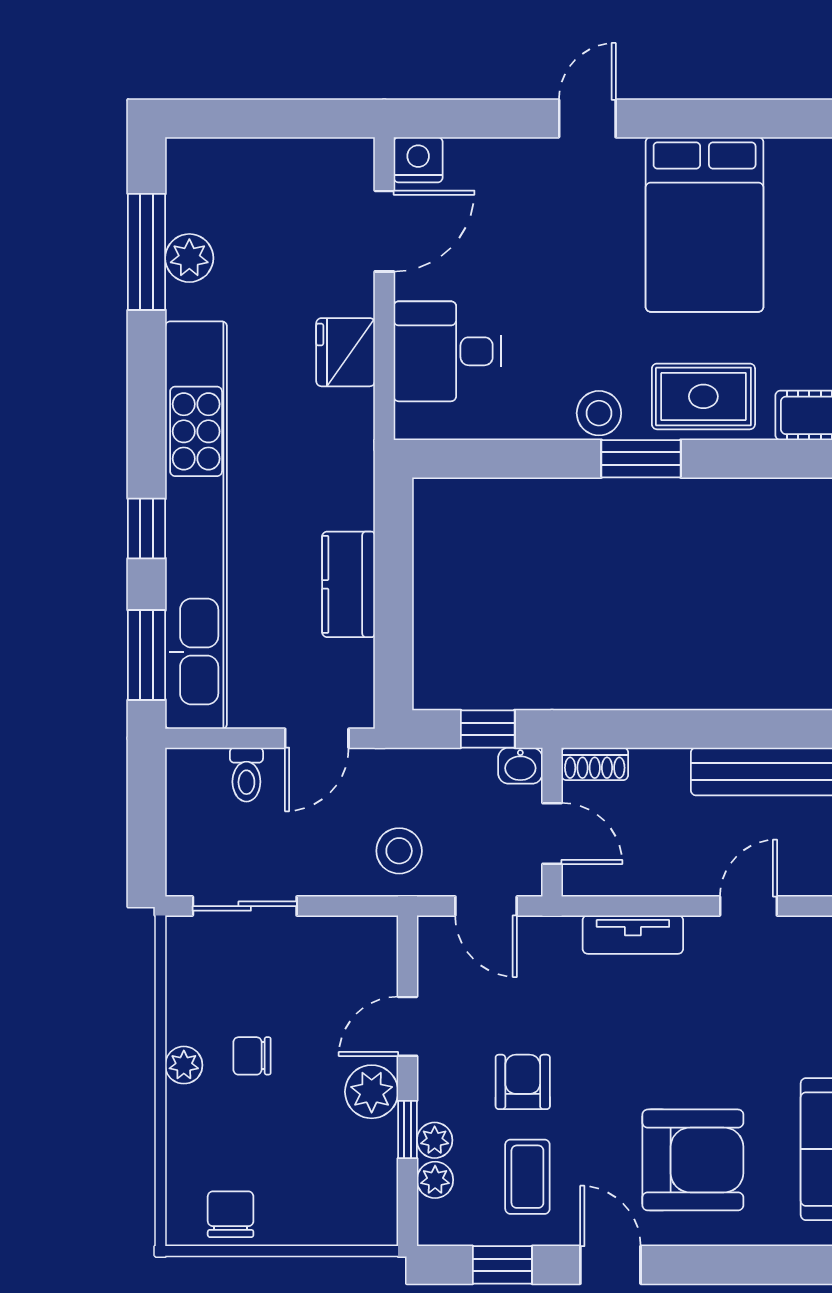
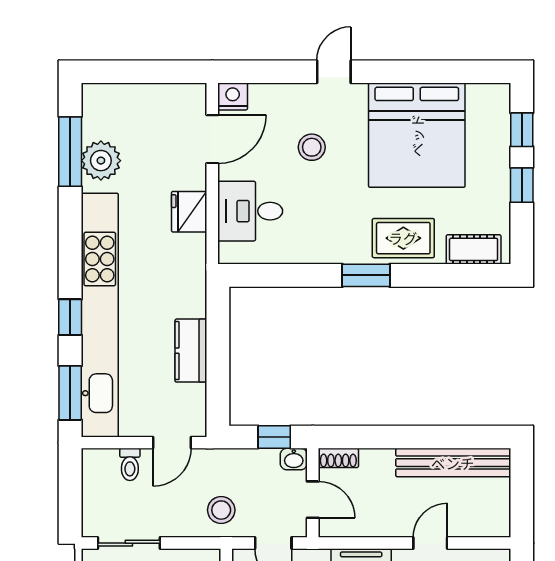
bed: (705, 224) -> (417, 135), width x1.36
plant: (189, 258) -> (101, 161), width x1.36, depth x1.36
stool: (599, 413) -> (312, 147), moved

